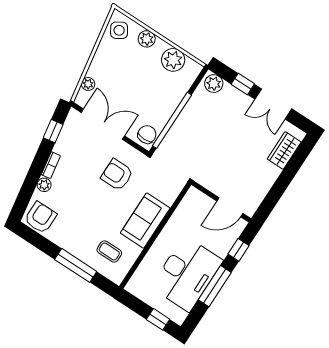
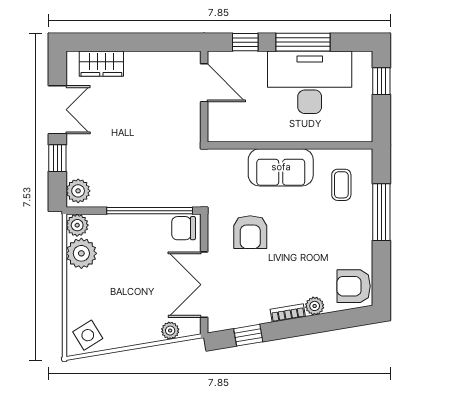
plant: (147, 39) -> (77, 225), moved

